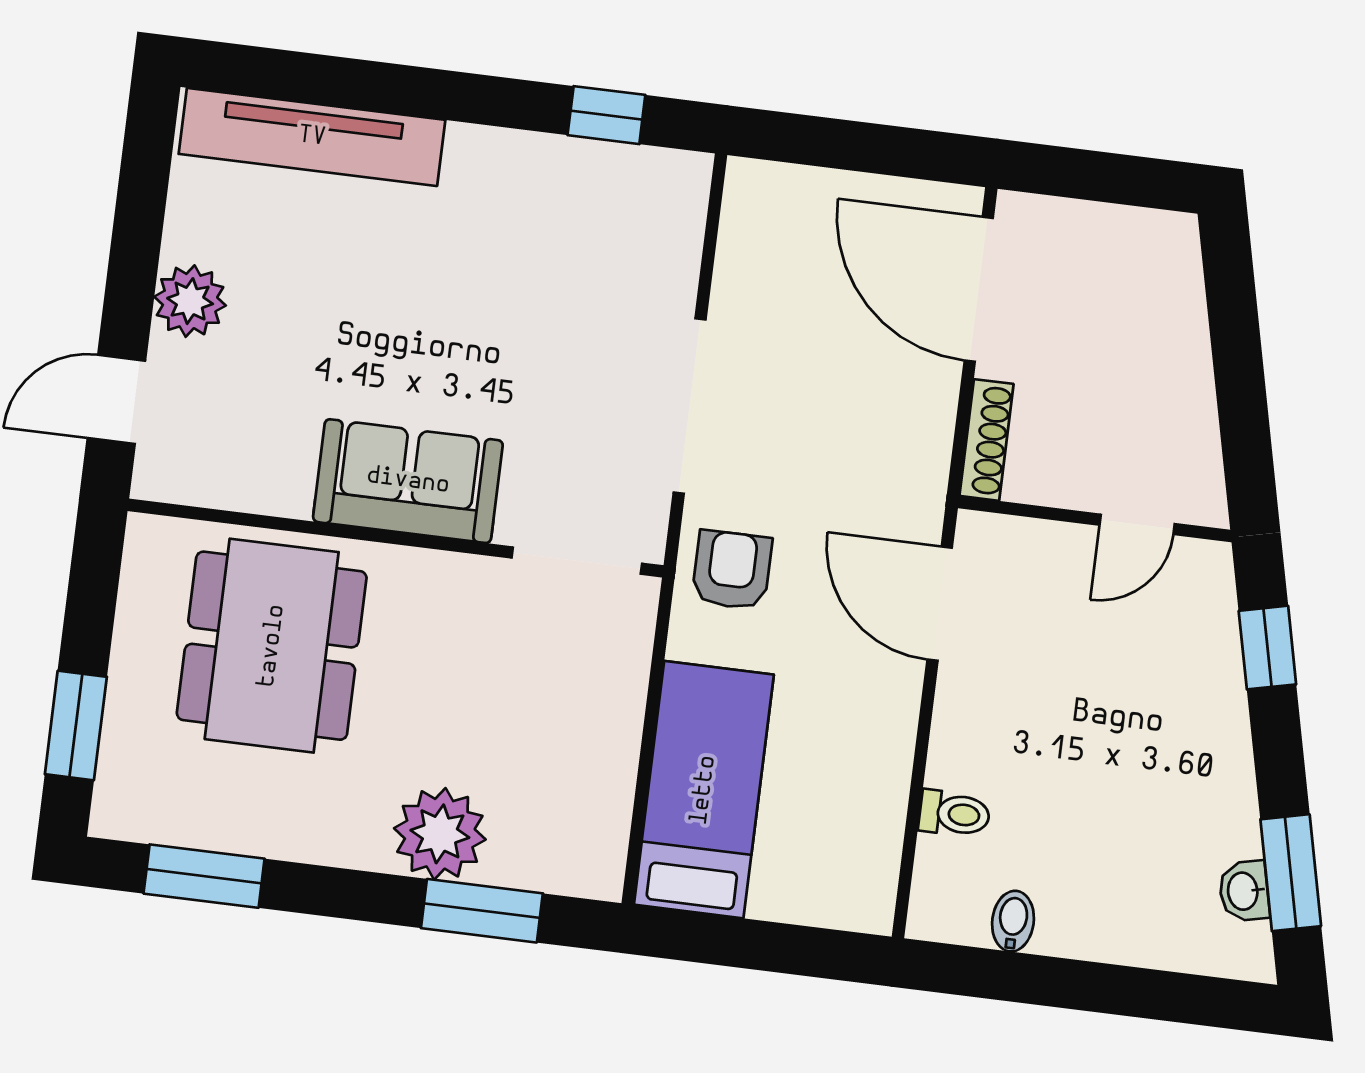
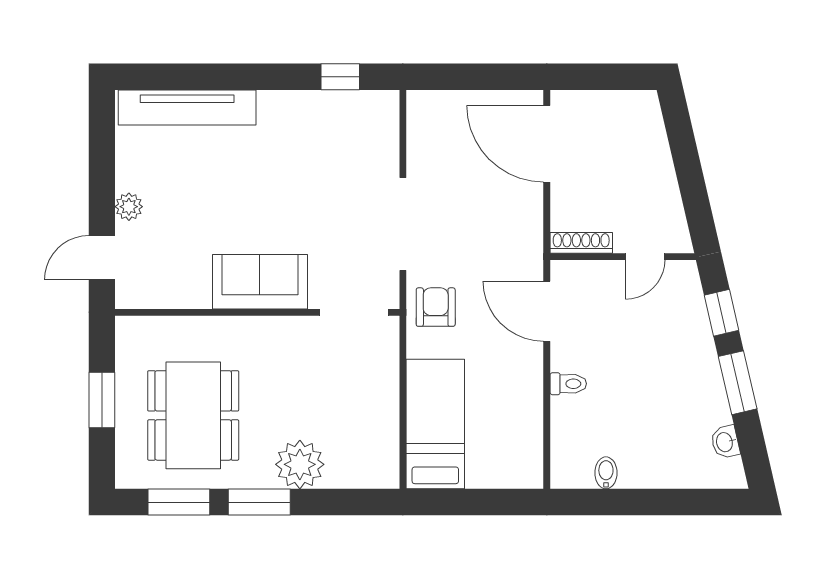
plant: (190, 301) -> (129, 207), width x0.73, depth x0.73
shoe rack: (986, 440) -> (581, 243), moved, turned -90
dining table: (272, 646) -> (193, 415), moved
window: (76, 725) -> (102, 400), moved
toilet: (954, 814) -> (568, 384), moved
window: (1291, 873) -> (738, 383), moved
window: (482, 911) -> (259, 502), moved

